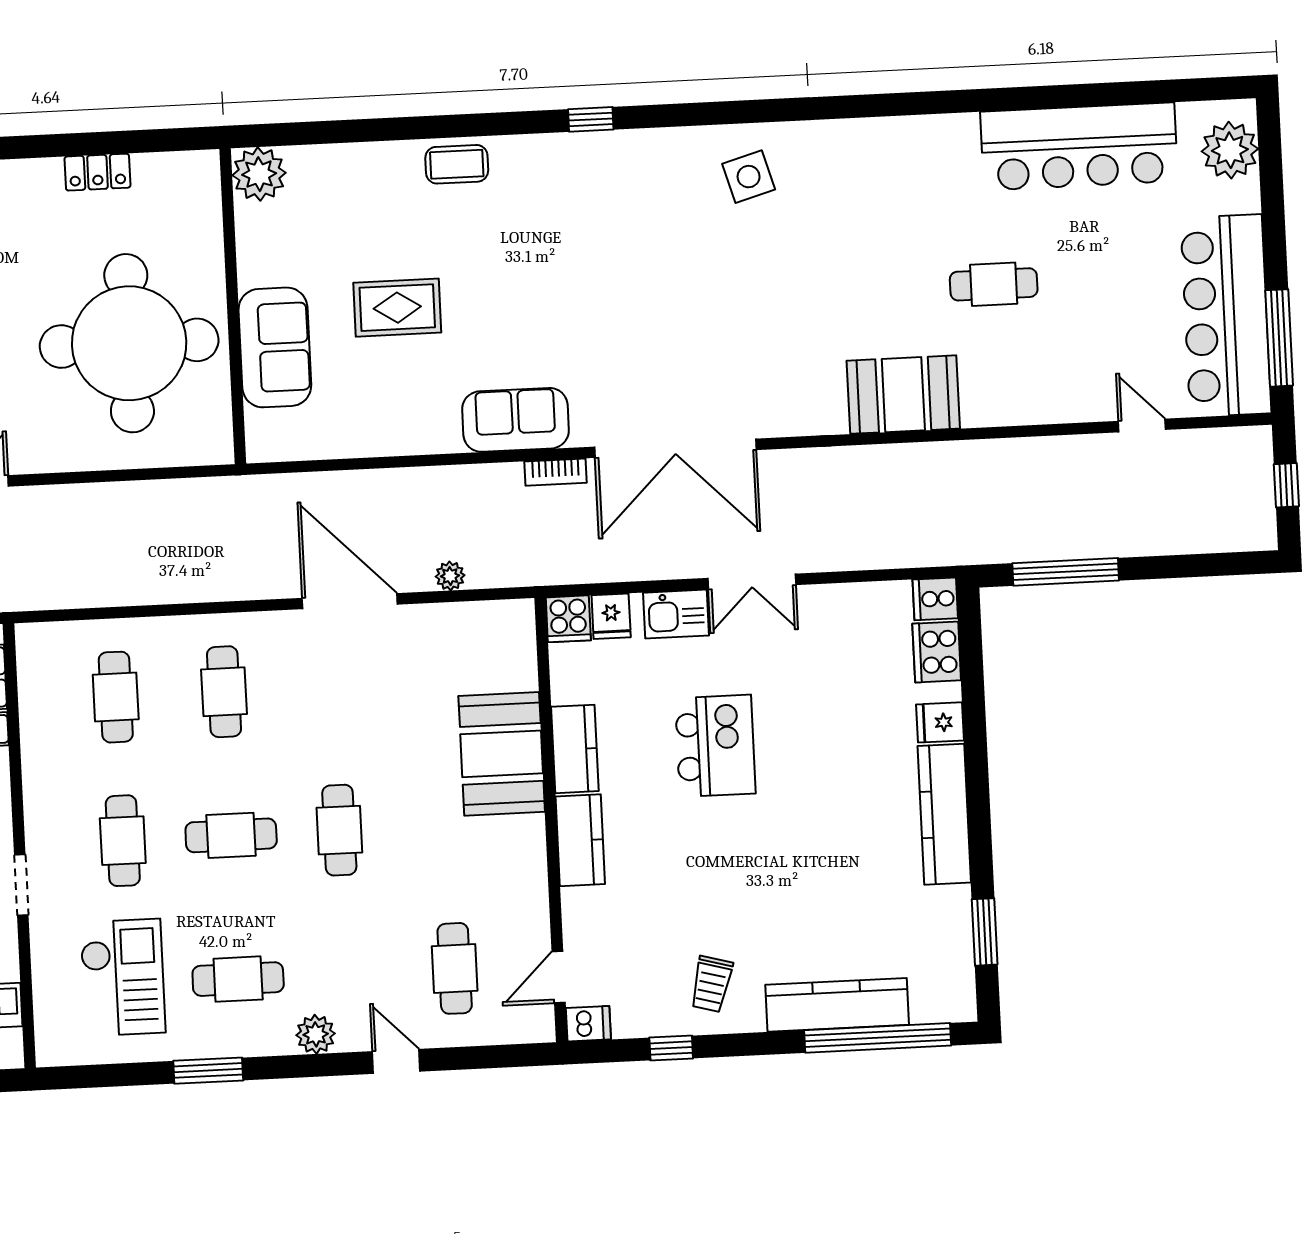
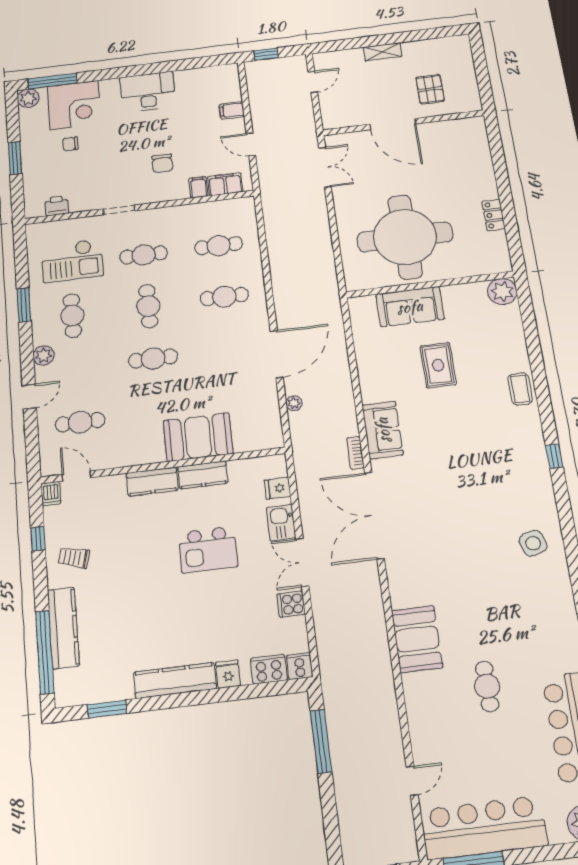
cooker: (568, 619) -> (291, 604), moved

